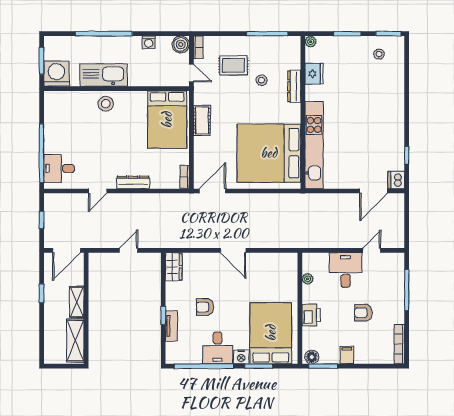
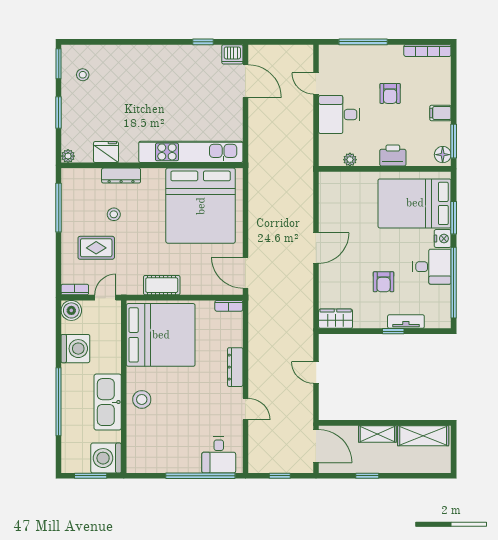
washing machine: (149, 42) -> (75, 349), width x1.89, depth x1.89
rug: (233, 65) -> (96, 248), turned 90
bed: (167, 120) -> (161, 335), width x1.36

